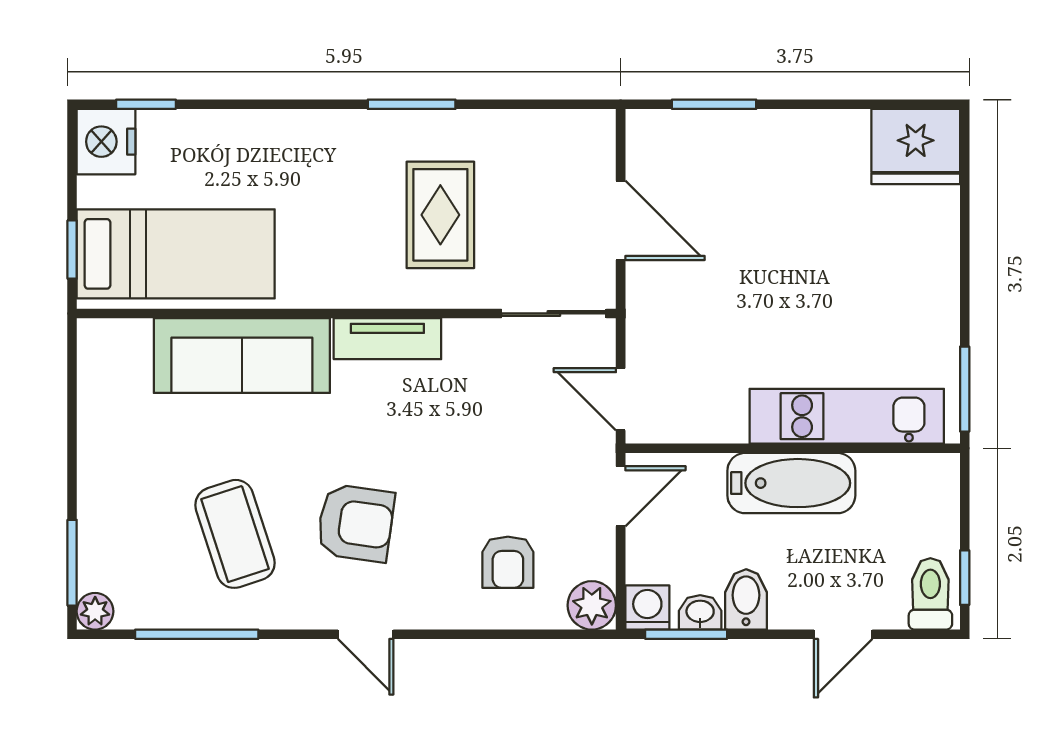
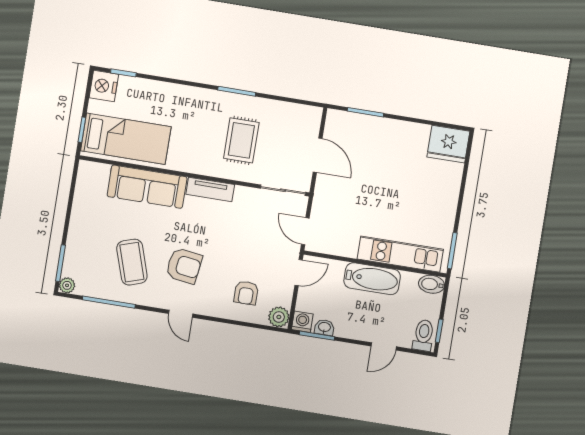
bidet: (746, 599) -> (432, 284), moved, turned -90

